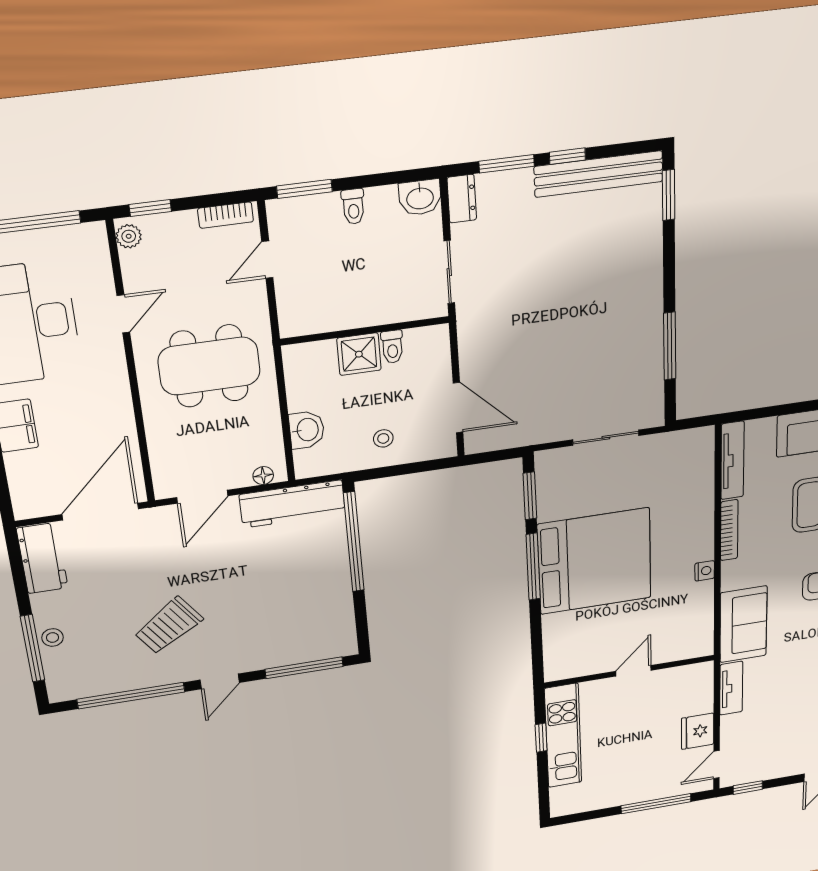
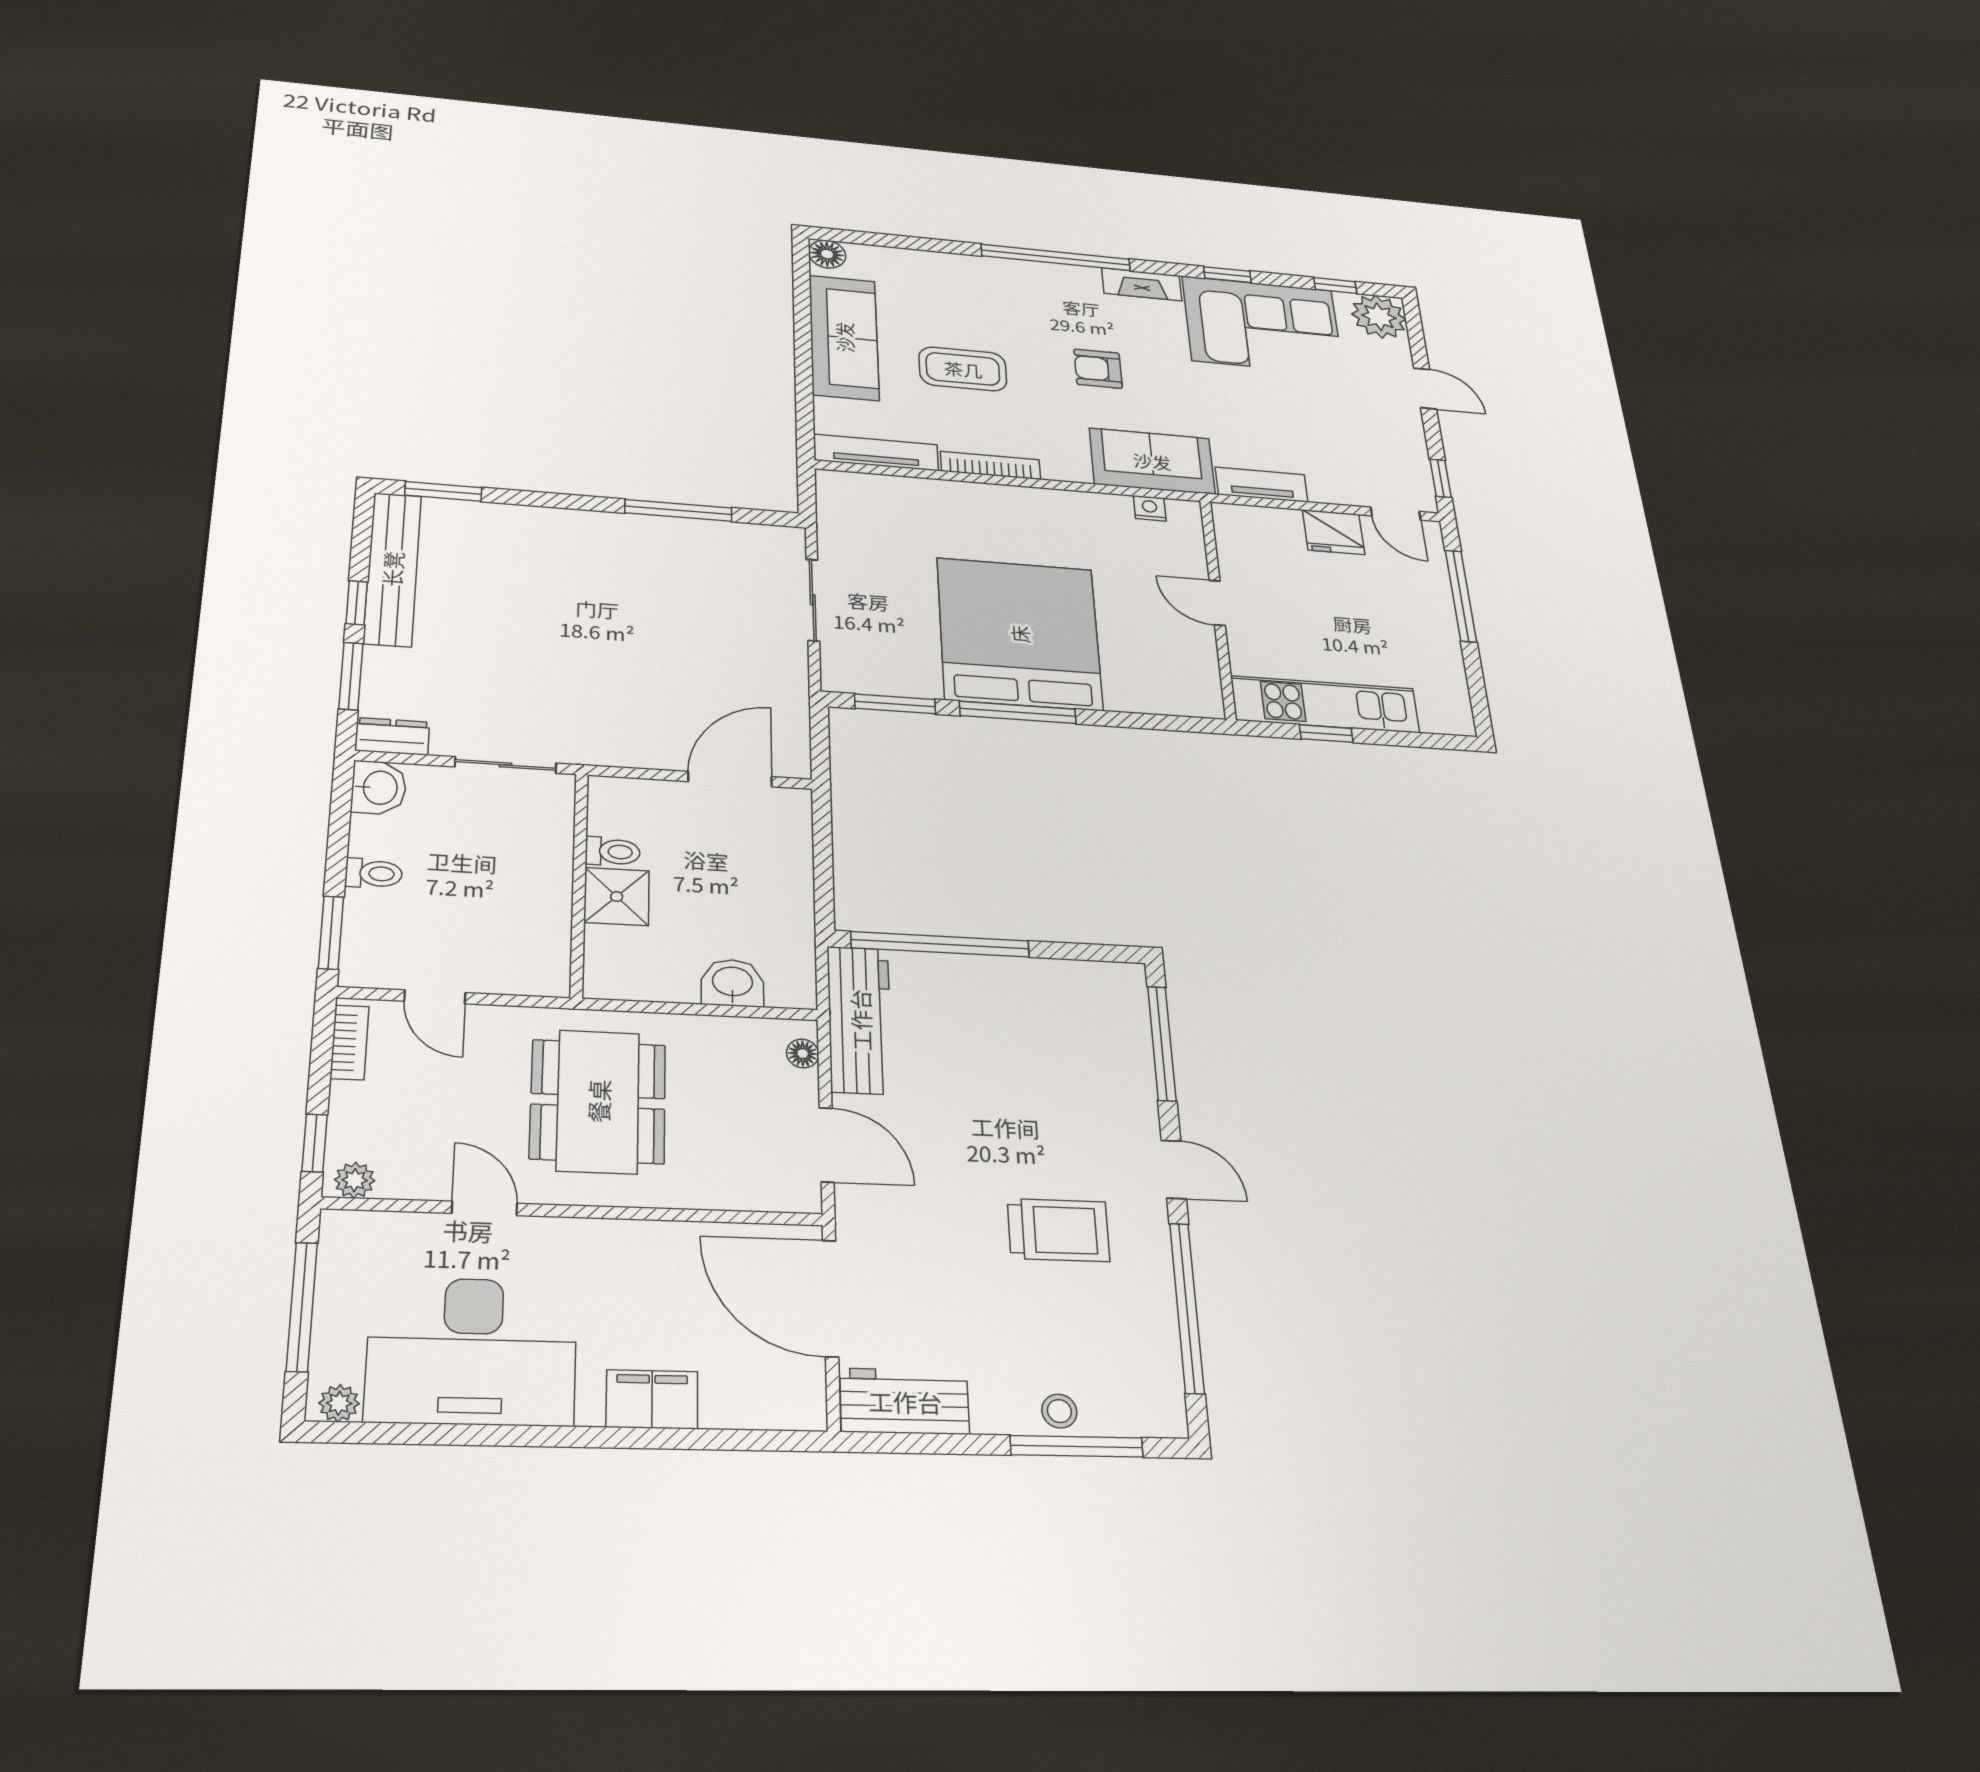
stool: (383, 438) -> (765, 882), removed
nightstand: (705, 571) -> (1150, 508), moved
trolley: (168, 626) -> (1058, 1230), turned -55

